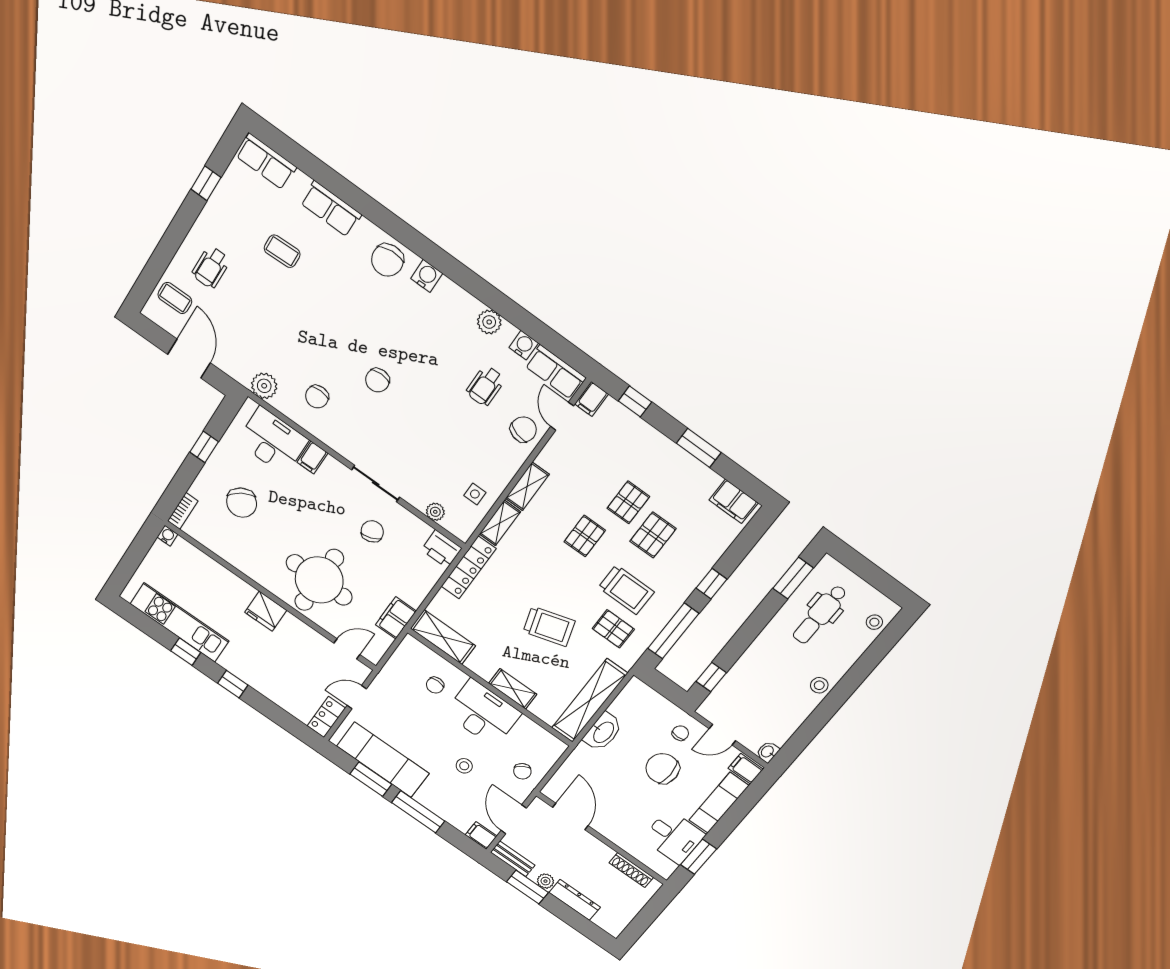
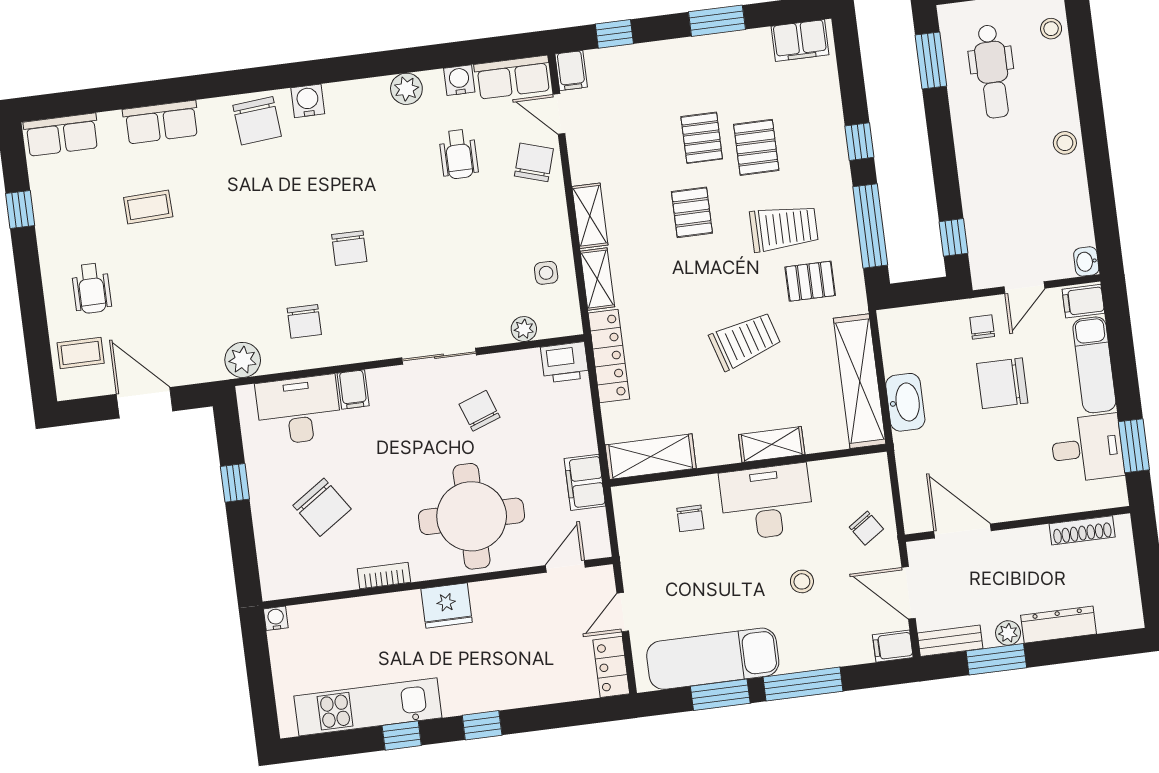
bookcase: (183, 511) -> (384, 576), moved, turned -90

